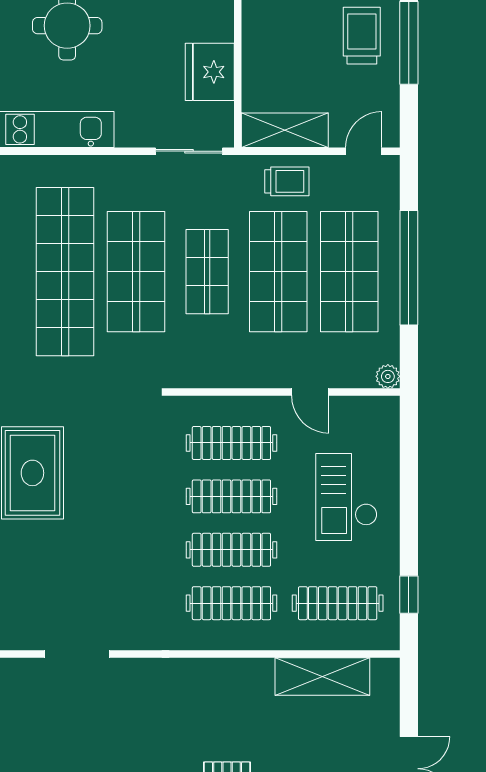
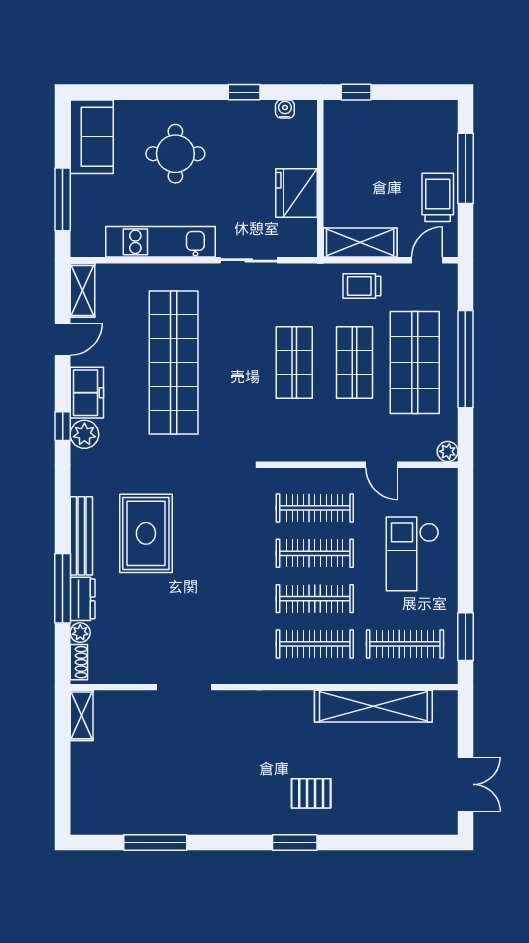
trolley: (362, 36) -> (438, 197), moved
sliding door: (189, 151) -> (249, 260), moved
trolley: (287, 181) -> (362, 286), turned 180
shop shelf: (136, 272) -> (234, 363), removed
shop shelf: (278, 272) -> (354, 363), width x0.70, depth x0.74
window: (409, 595) -> (465, 637), width x1.50
shelving: (322, 677) -> (373, 706), width x1.47

